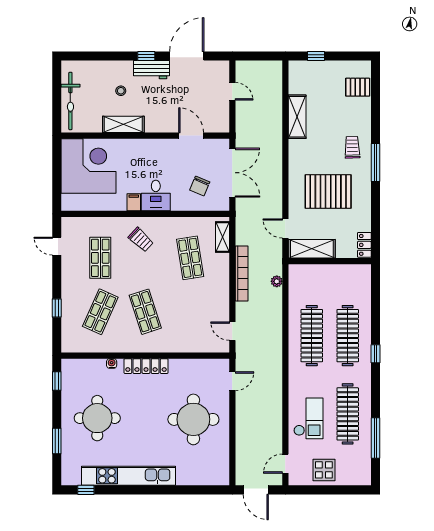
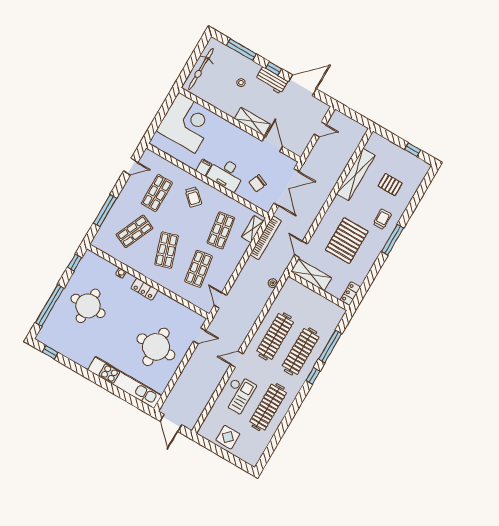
window: (101, 56) -> (241, 50), added
window: (316, 56) -> (413, 150), moved
pallet: (358, 87) -> (390, 185), moved
door: (232, 91) -> (320, 129), hinge flipped
shelving: (297, 117) -> (356, 175), width x1.47
shelving: (123, 124) -> (252, 121), moved
pallet: (328, 191) -> (347, 241), turned 90
desk: (156, 196) -> (226, 174), width x1.37
door: (57, 246) -> (131, 167), swing flipped
bookcase: (242, 273) -> (266, 238), moved
window: (57, 308) -> (105, 211), width x2.17
shop shelf: (190, 312) -> (198, 269), added
locker: (146, 366) -> (144, 289), width x0.66
window: (375, 438) -> (330, 346), moved
window: (57, 441) -> (50, 305), width x2.11
door: (285, 464) -> (237, 359), moved
kitchen unit: (129, 476) -> (125, 382), moved

